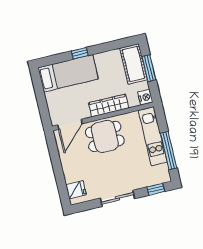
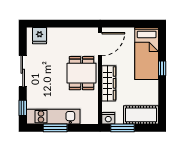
window: (149, 68) -> (122, 128), moved
door: (70, 124) -> (100, 44), swing flipped
kitchen unit: (153, 136) -> (53, 117), moved
window: (169, 151) -> (55, 128), width x0.69

